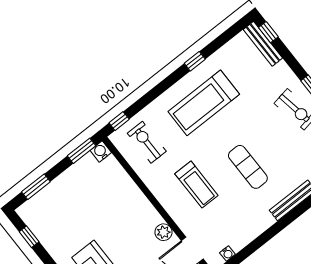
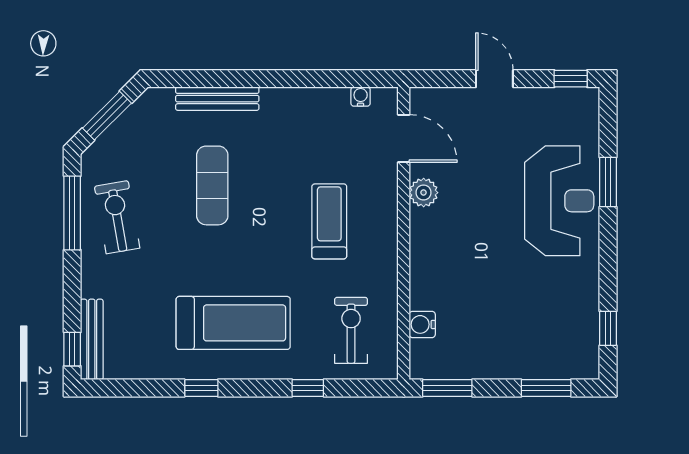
window: (119, 121) -> (308, 388), moved
exercise bike: (147, 142) -> (351, 330), turned 180
water cooler: (101, 151) -> (422, 324), moved, turned 90
exercise mat: (248, 167) -> (212, 185), moved

